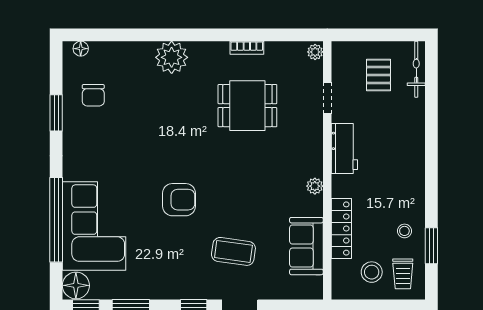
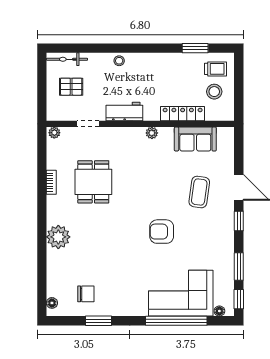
armchair: (179, 200) -> (162, 232), turned -90
stool: (404, 231) -> (119, 61), moved
floor lamp: (76, 285) -> (219, 311), width x0.53, depth x0.53

